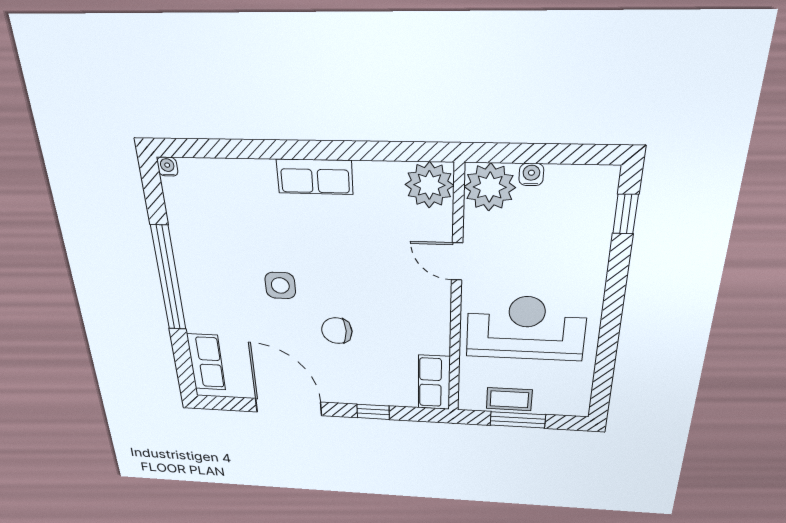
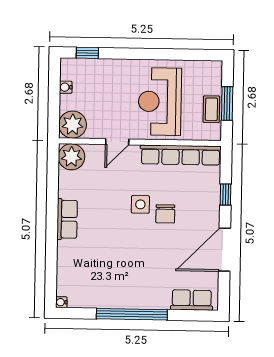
water cooler: (531, 174) -> (66, 87), moved
side table: (280, 285) -> (140, 204), moved
row of seats: (434, 383) -> (181, 155), width x2.02

